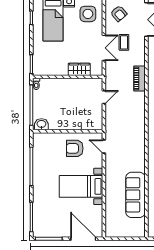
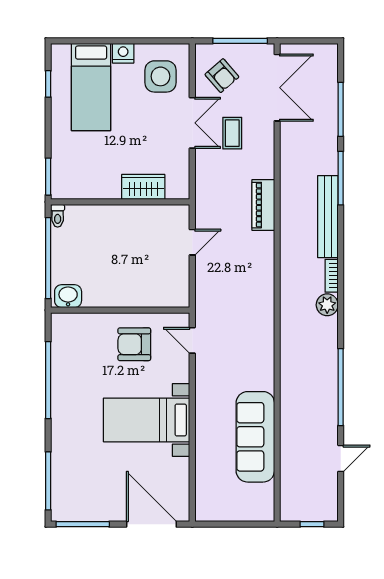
double door: (104, 48) -> (192, 123), moved

